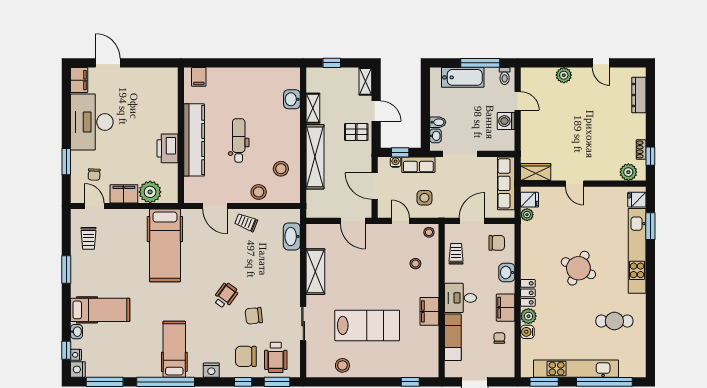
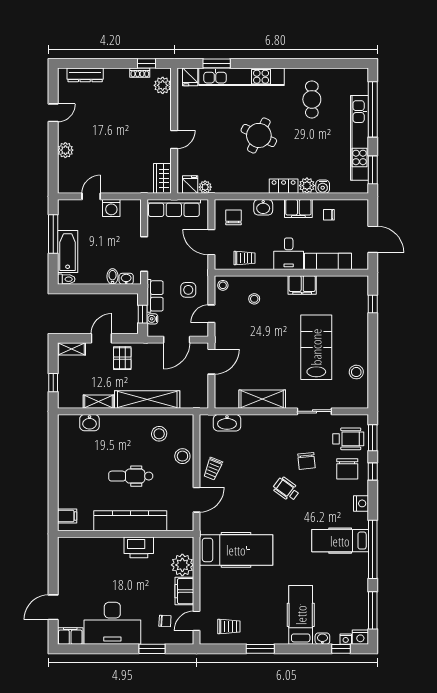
toilet: (505, 76) -> (66, 279), moved
trolley: (456, 254) -> (244, 258), turned 180

